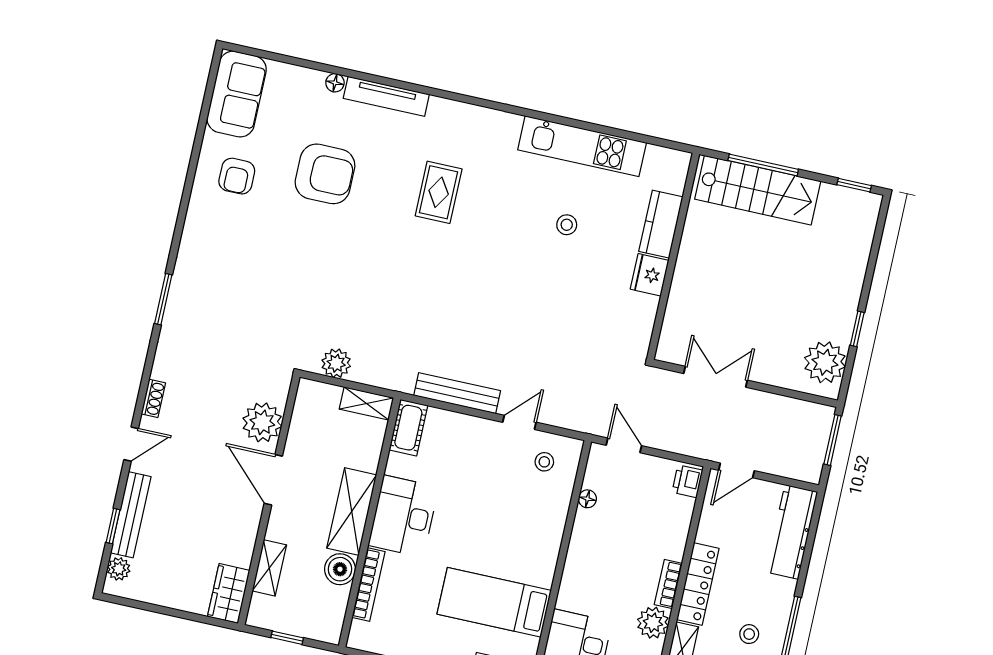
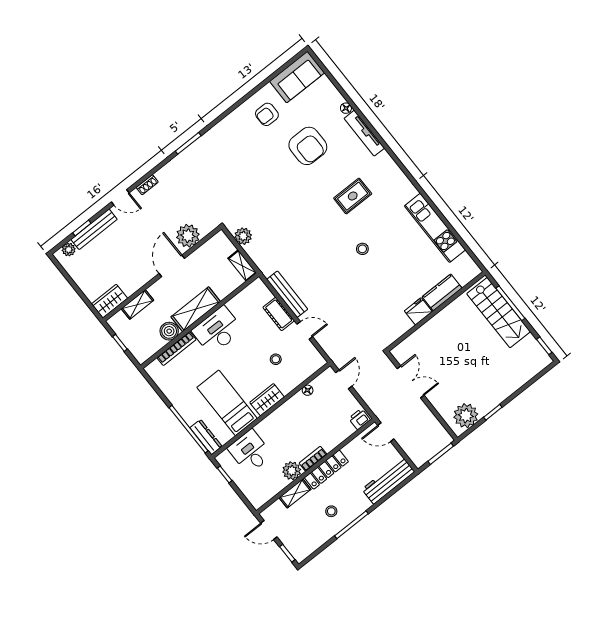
stool: (567, 225) -> (362, 249), moved
cot: (408, 428) -> (279, 314), moved, turned 90
stool: (544, 462) -> (276, 359), moved
wardrobe: (544, 555) -> (267, 400), added

